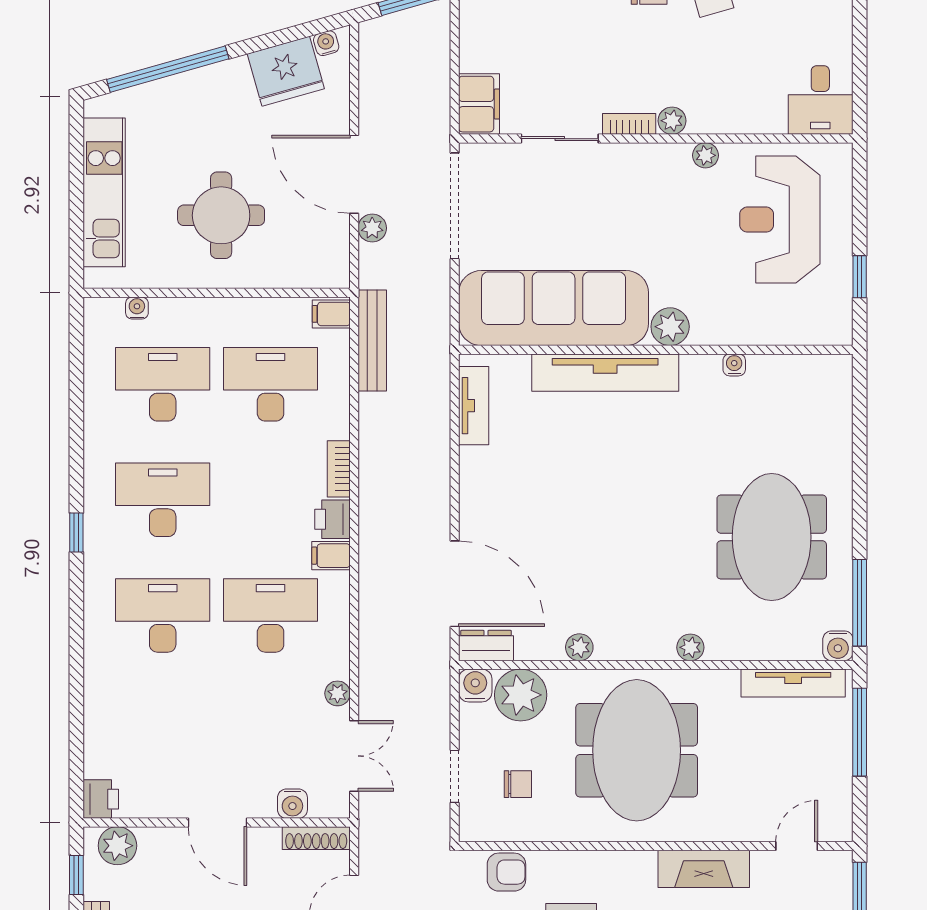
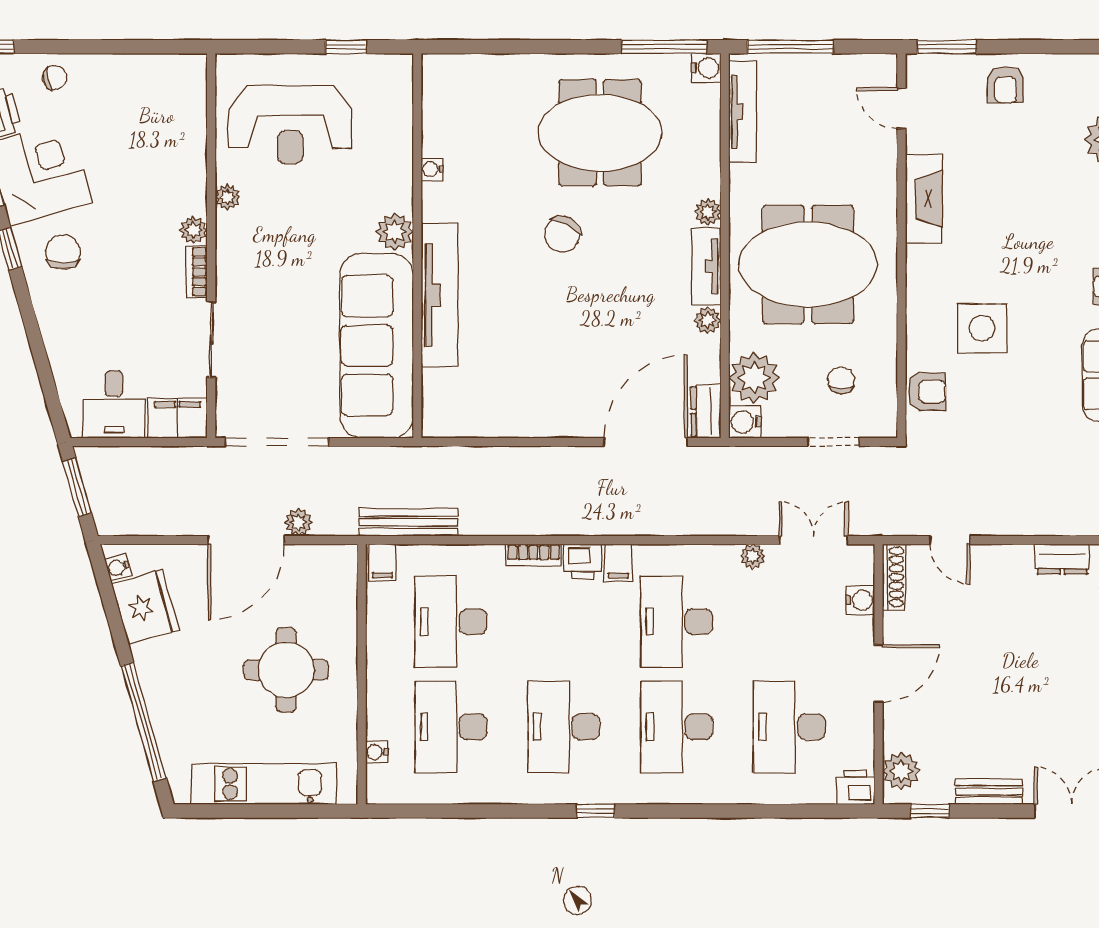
desk: (820, 100) -> (114, 404), moved, turned 90
tv unit: (474, 406) -> (706, 266), moved, turned -90
chair: (668, 498) -> (562, 234), added
desk: (163, 731) -> (789, 727), added
armchair: (506, 872) -> (927, 391), turned 90

